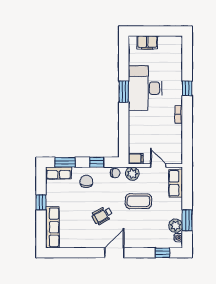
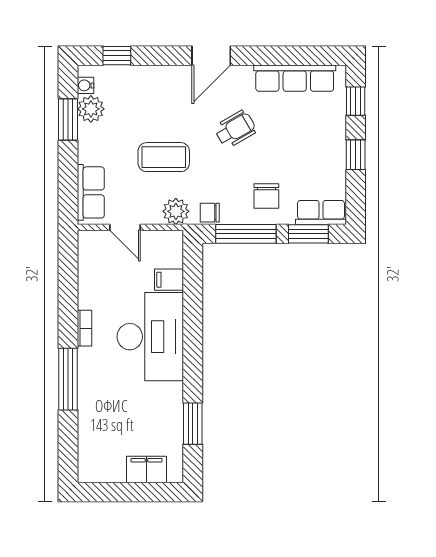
desk: (145, 88) -> (150, 337), moved
window: (187, 88) -> (68, 379), width x2.17
window: (124, 92) -> (193, 424), moved
filing cabinet: (136, 159) -> (169, 280), moved
window: (97, 162) -> (246, 234), width x2.17
row of seats: (52, 227) -> (295, 78), moved, turned -90
window: (41, 230) -> (356, 101), added

